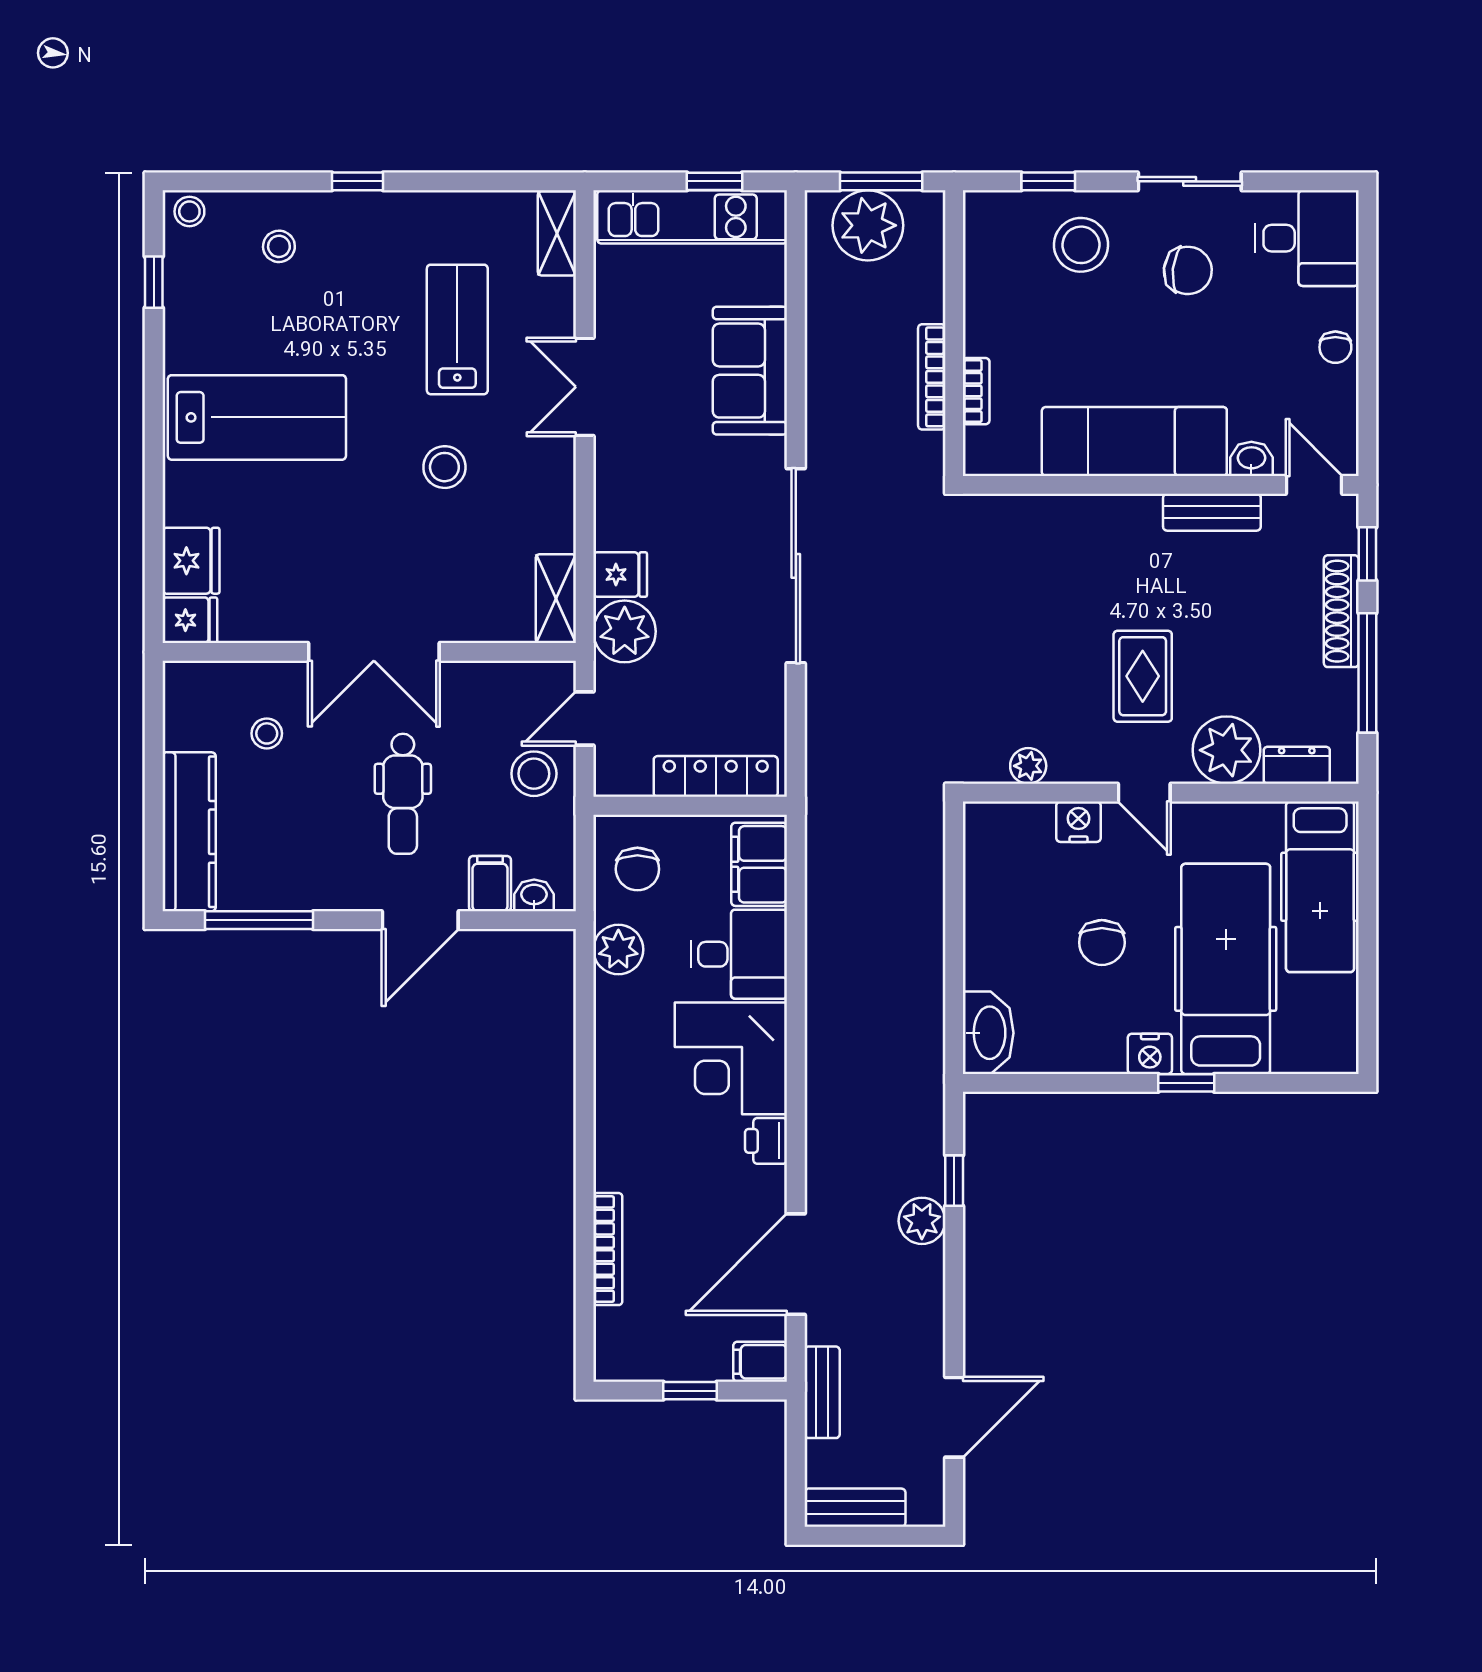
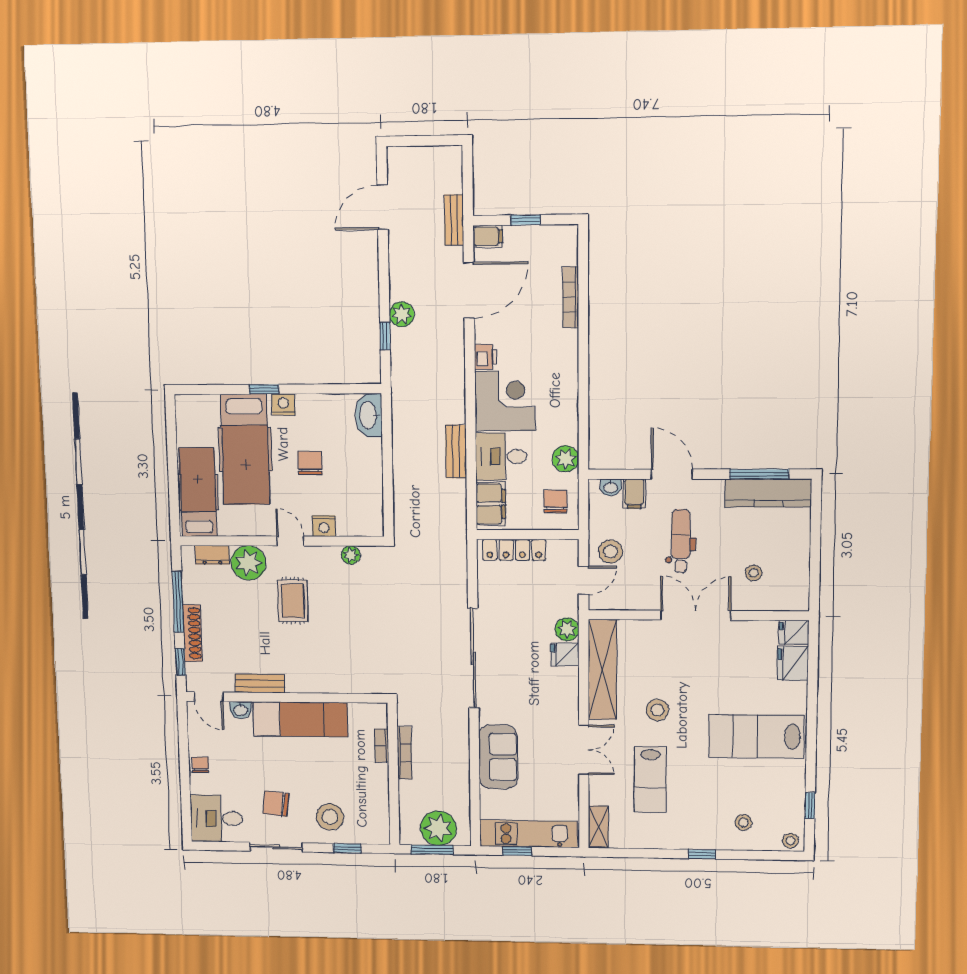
shelving: (556, 599) -> (602, 670), width x2.20, depth x1.33
plant: (625, 631) -> (567, 629), width x0.73, depth x0.73
kitchen counter: (189, 832) -> (768, 493), moved, turned -90
door: (420, 920) -> (672, 474), hinge flipped
bench: (855, 1508) -> (456, 451), moved, turned 90

